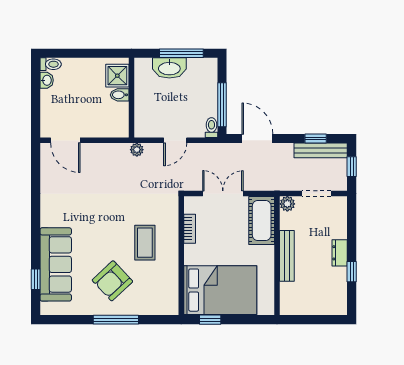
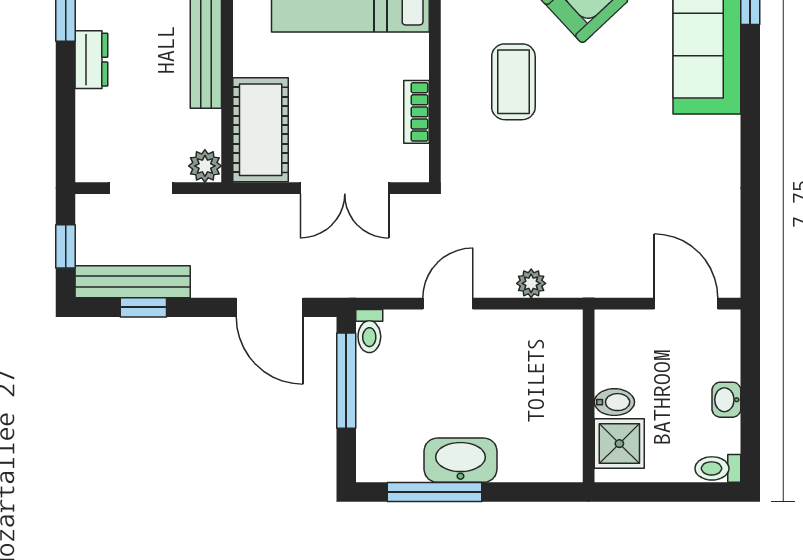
shower: (117, 76) -> (619, 444), moved
washbasin: (47, 80) -> (726, 400), moved
bidet: (120, 95) -> (614, 402), moved
wall: (131, 98) -> (589, 396), moved

